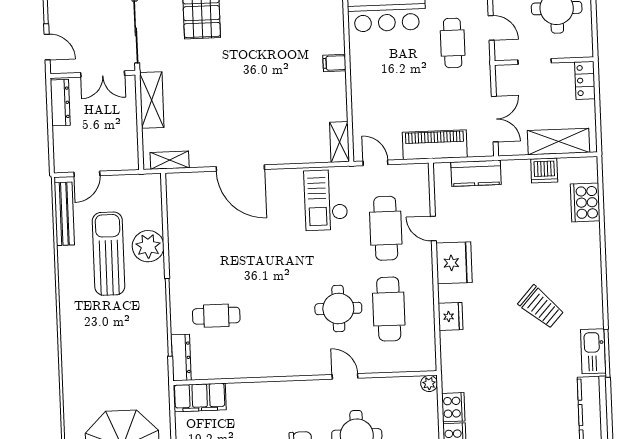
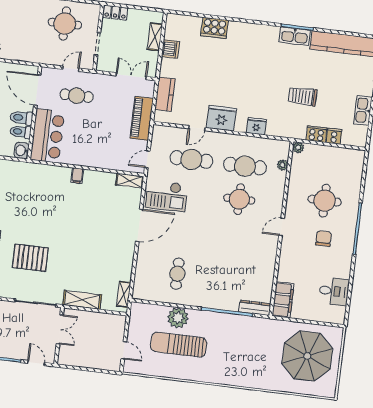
door: (47, 47) -> (36, 363), hinge flipped
dresser: (60, 103) -> (74, 360), removed
shelving: (558, 142) -> (155, 37), width x0.67, depth x0.75
door: (240, 168) -> (139, 225), moved
cooker: (585, 202) -> (214, 28), moved
bench: (64, 214) -> (148, 369), removed
trolley: (541, 307) -> (303, 96), moved, turned -132
cafe table: (216, 316) -> (177, 274), moved
plant: (399, 364) -> (282, 165), added
door: (345, 376) -> (282, 227), moved

